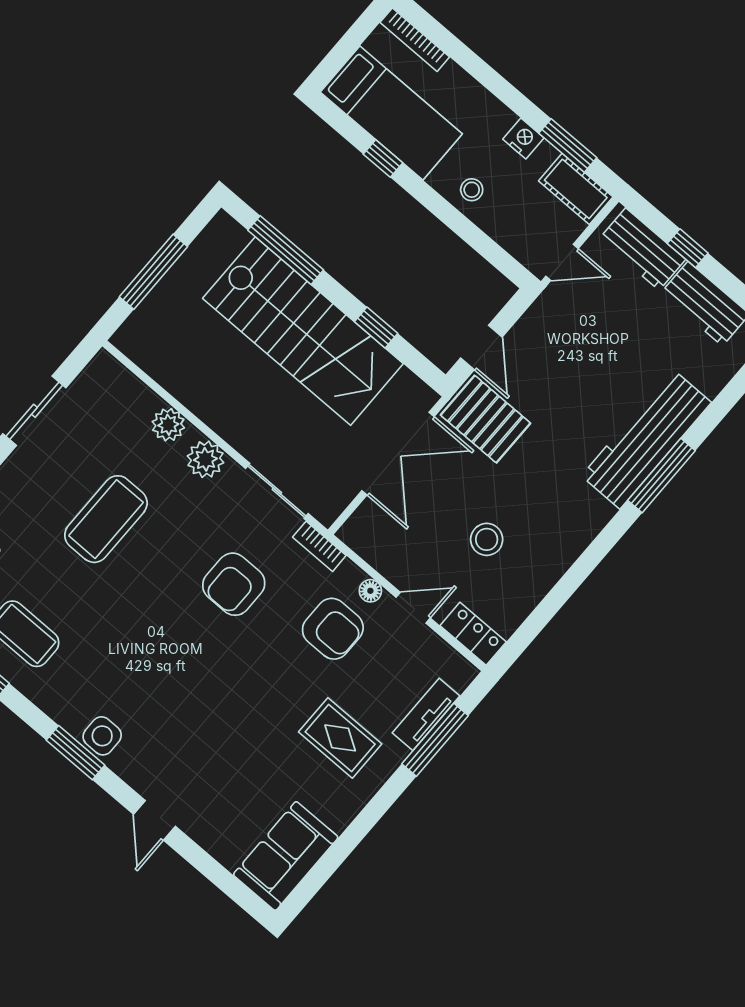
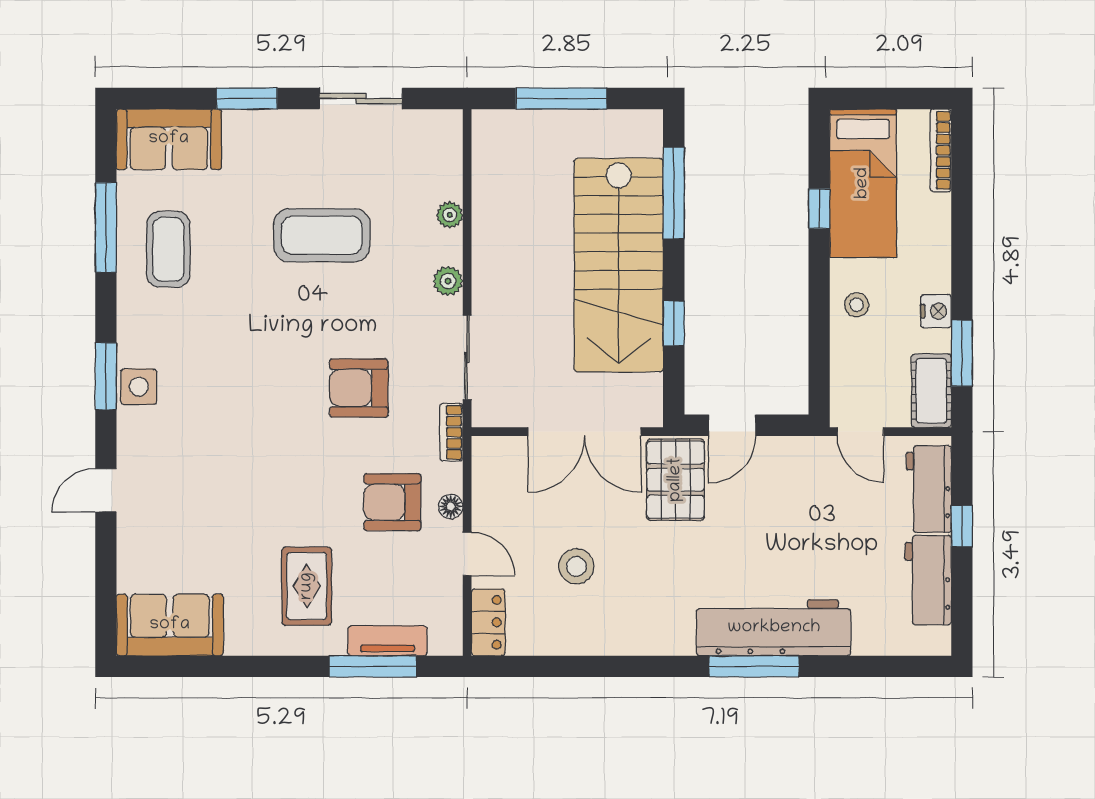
plant: (168, 425) -> (450, 215), width x0.73, depth x0.73
plant: (205, 459) -> (448, 281), width x0.73, depth x0.73
armchair: (333, 629) -> (392, 502), turned 90

